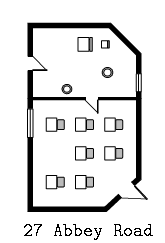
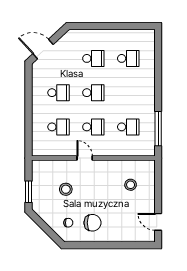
door: (30, 63) -> (158, 222), moved
window: (139, 83) -> (29, 192), moved
stool: (67, 89) -> (131, 185), moved

